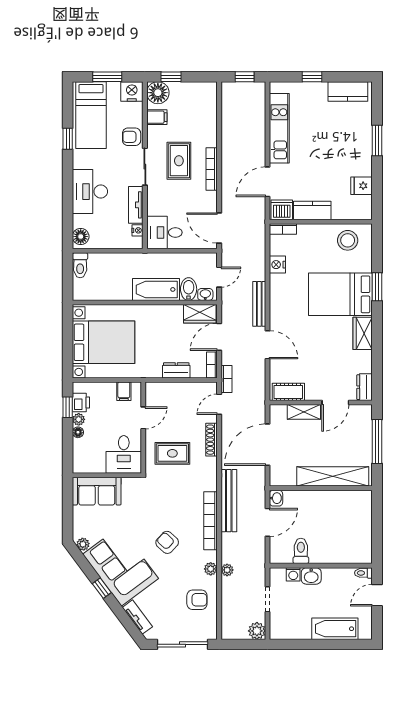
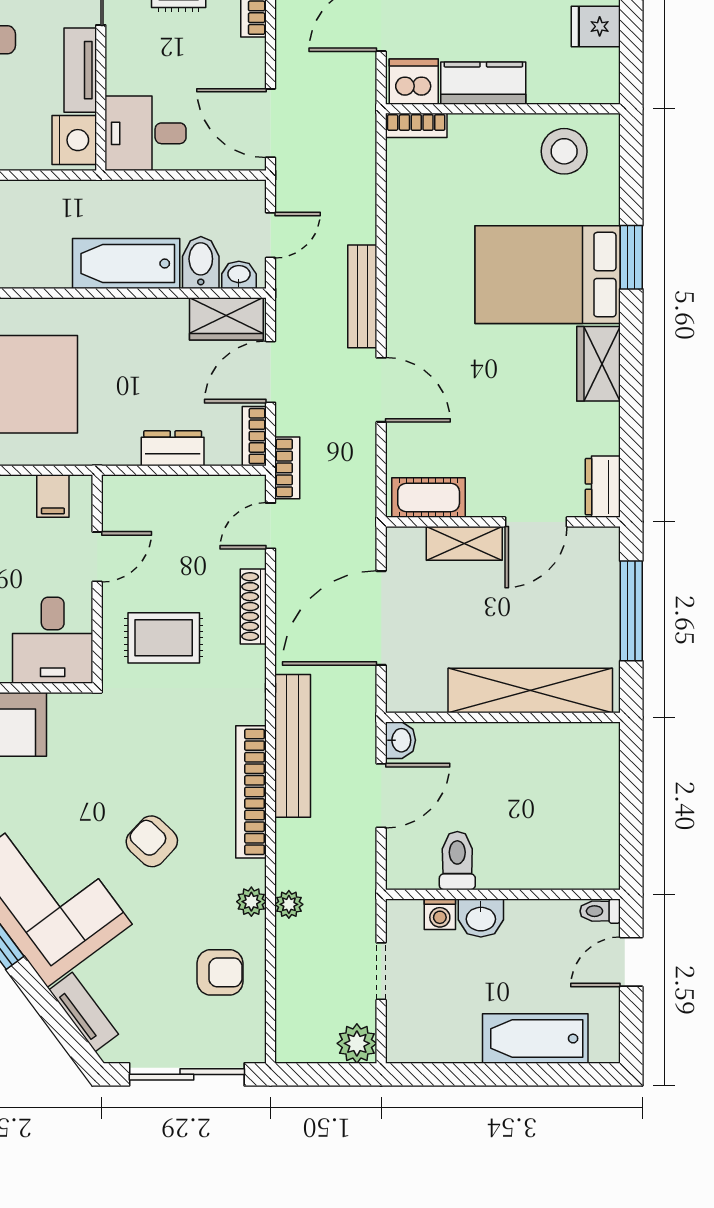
nightstand: (137, 230) -> (74, 140), width x1.89, depth x1.79
nightstand: (277, 265) -> (404, 207), removed

